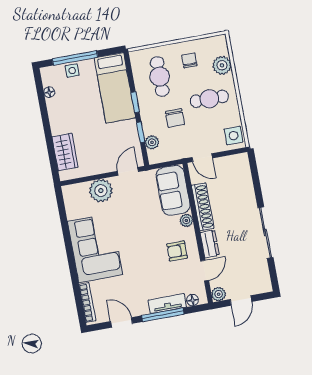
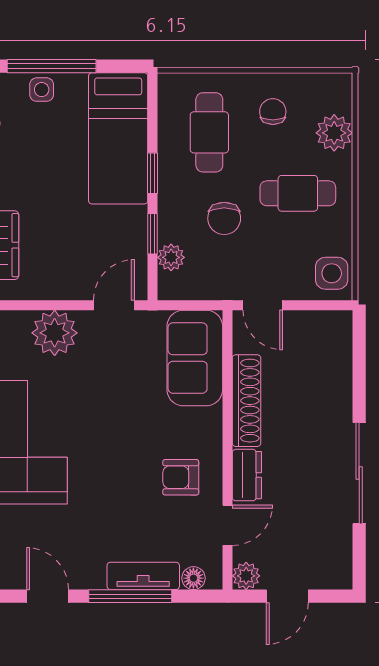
plant: (186, 220) -> (210, 421), removed

